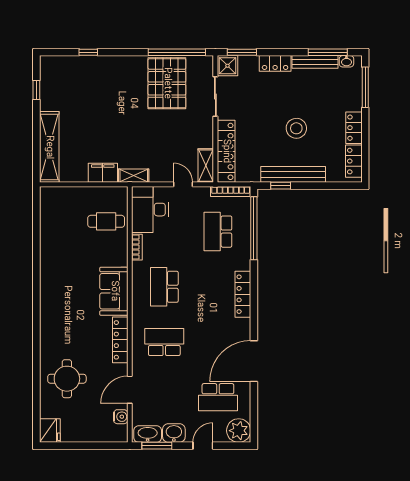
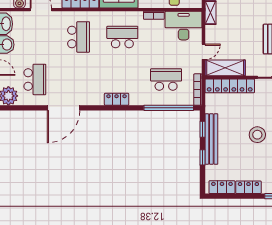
stool: (296, 128) -> (257, 135), moved
shelving: (206, 166) -> (225, 68), width x1.50, depth x1.33
window: (316, 186) -> (202, 157), added
locker: (243, 294) -> (117, 99), width x0.66
door: (254, 361) -> (64, 108), swing flipped
school desk: (218, 397) -> (35, 79), turned 180

